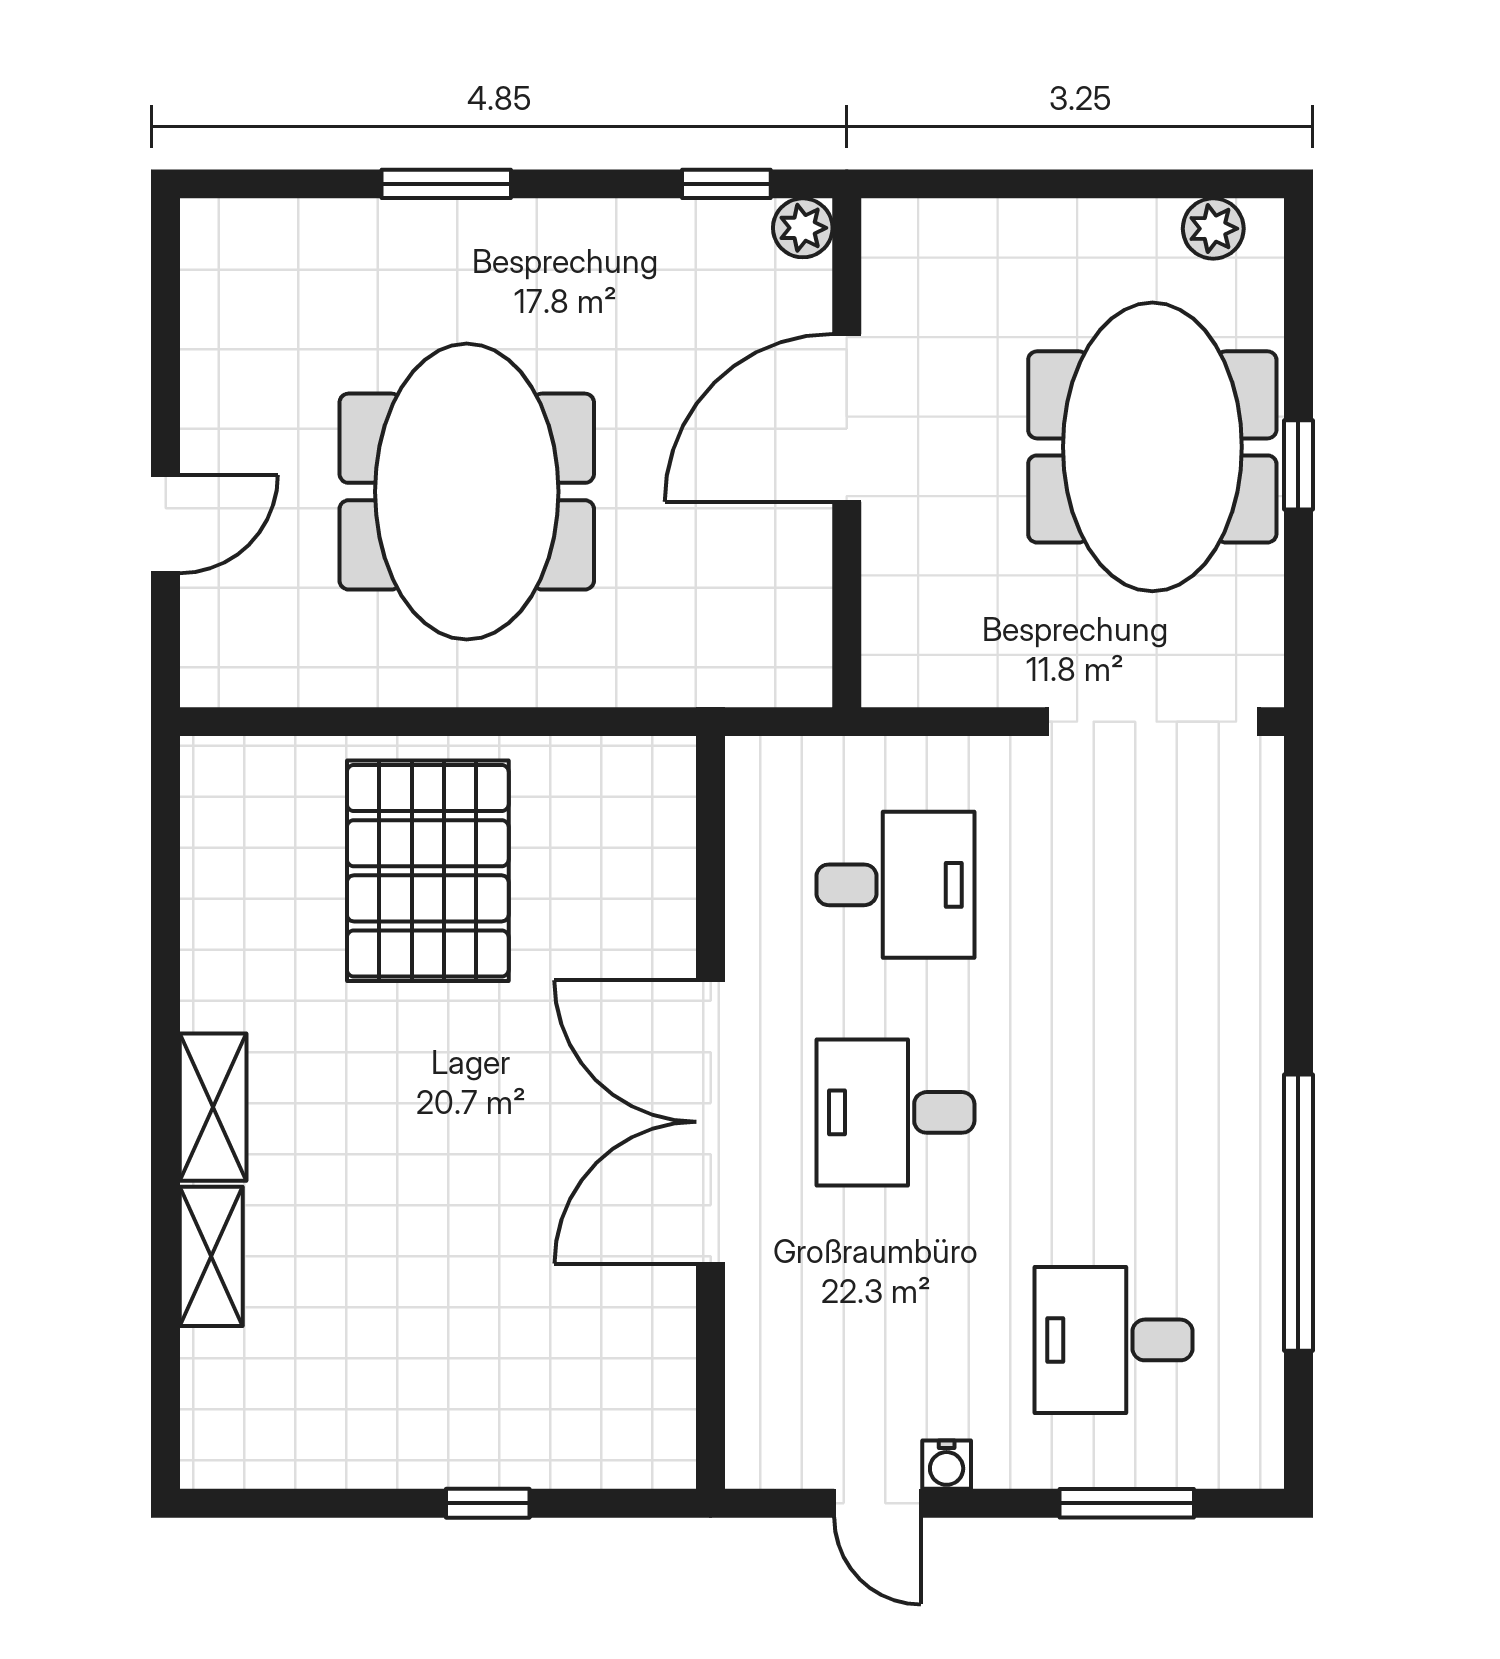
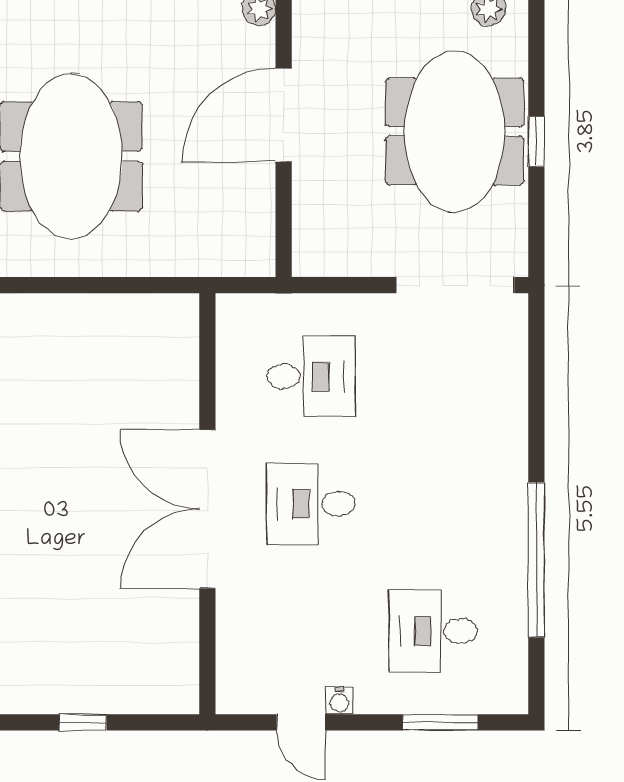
pallet: (428, 871) -> (49, 369), removed

